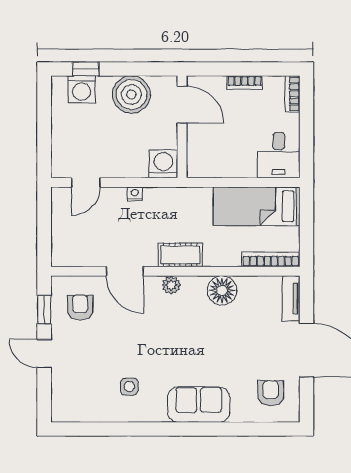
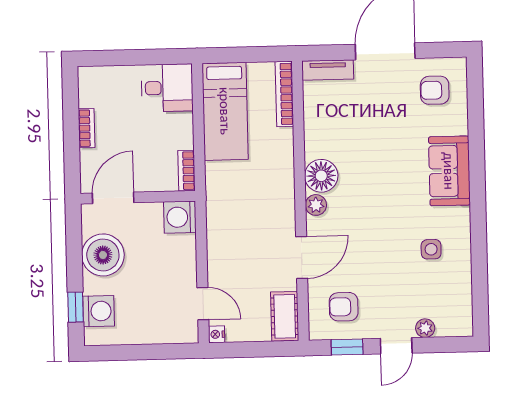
bookcase: (293, 94) -> (186, 171), moved, turned 90
nightstand: (135, 194) -> (217, 334), moved
cot: (180, 255) -> (285, 316), moved
floor lamp: (222, 290) -> (321, 176), moved
plant: (59, 380) -> (425, 328), added

